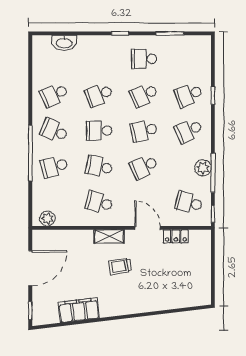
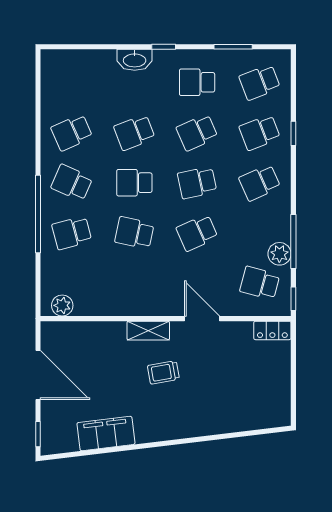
washbasin: (64, 43) -> (135, 60), moved
plant: (203, 168) -> (279, 254), moved
school desk: (99, 202) -> (260, 82), moved, turned -36
locker: (176, 236) -> (272, 330), moved
door: (30, 268) -> (38, 375), hinge flipped

